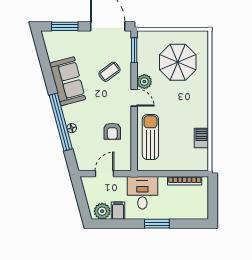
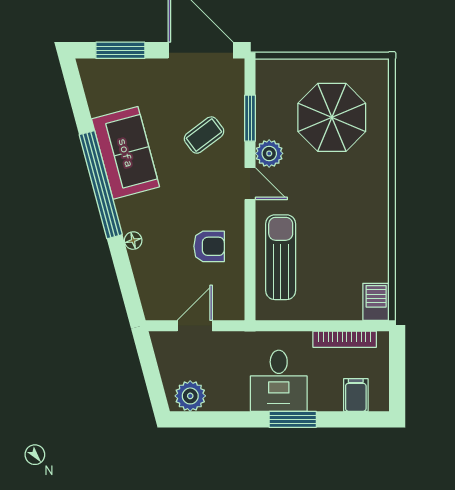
window: (134, 50) -> (250, 118), moved
window: (61, 122) -> (101, 185), moved
armchair: (112, 131) -> (209, 246), turned -90
barbecue: (201, 138) -> (376, 302), moved
desk: (142, 193) -> (279, 381), moved, turned 180
filing cabinet: (118, 211) -> (356, 395), moved

